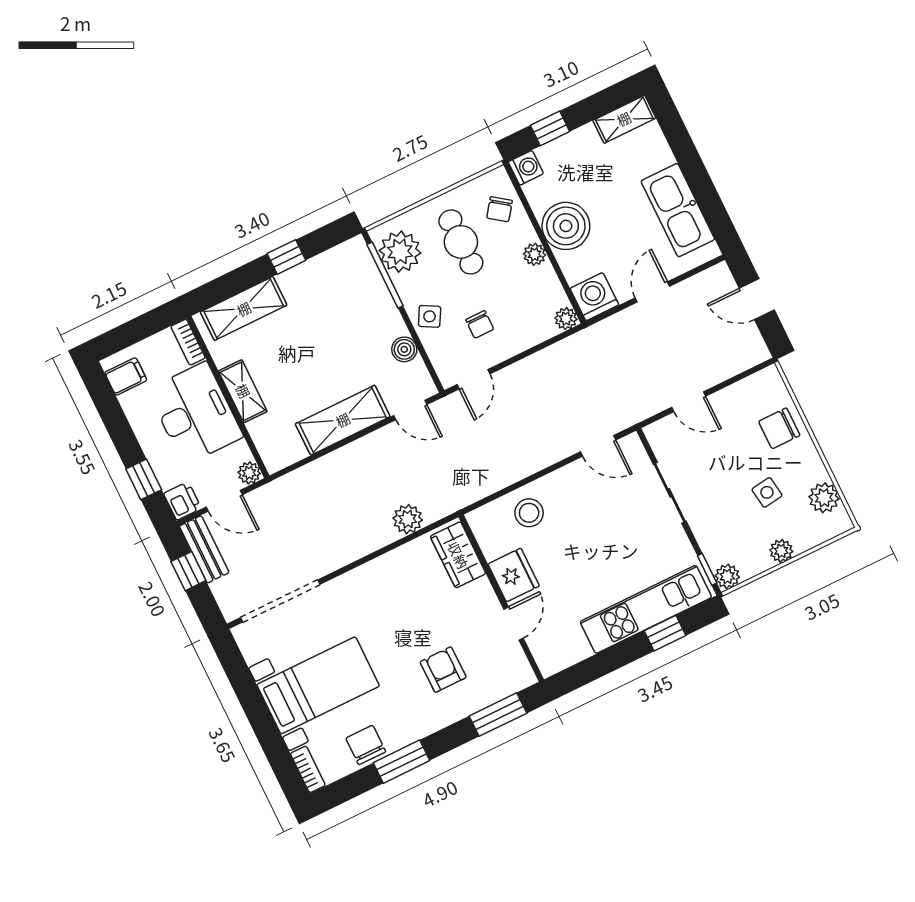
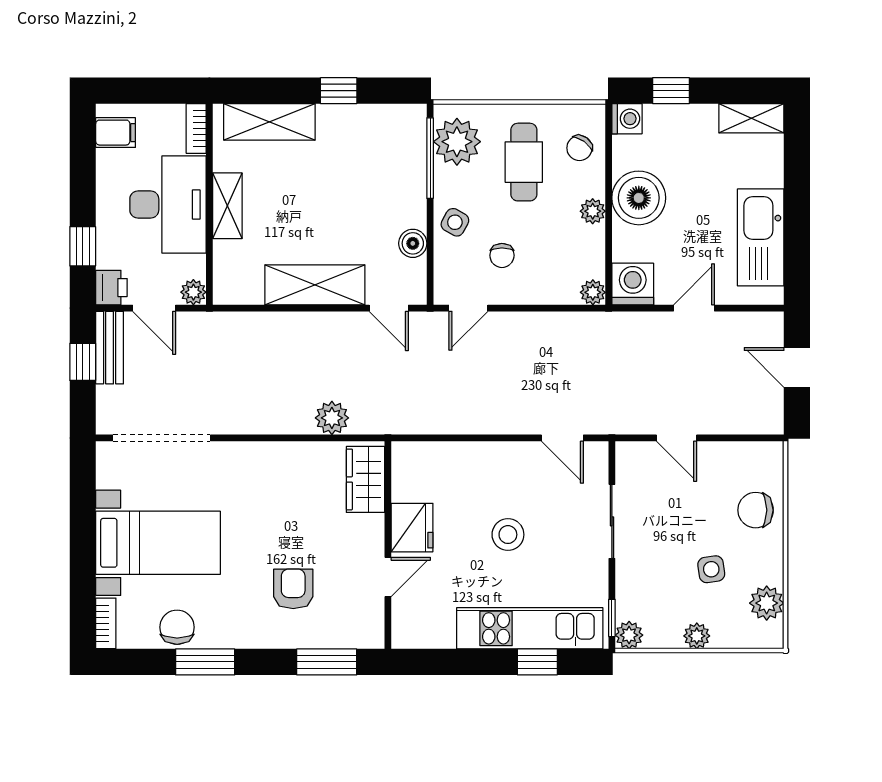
stool: (529, 513) -> (508, 535), moved

